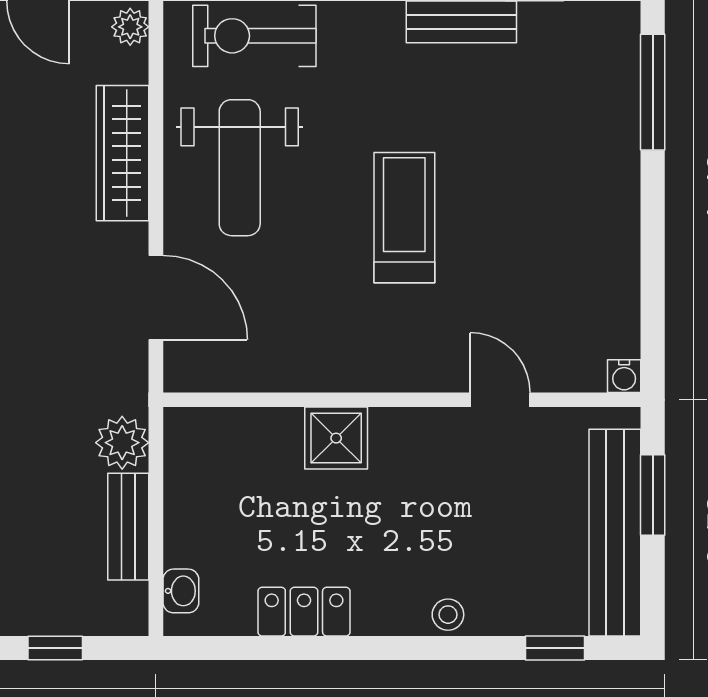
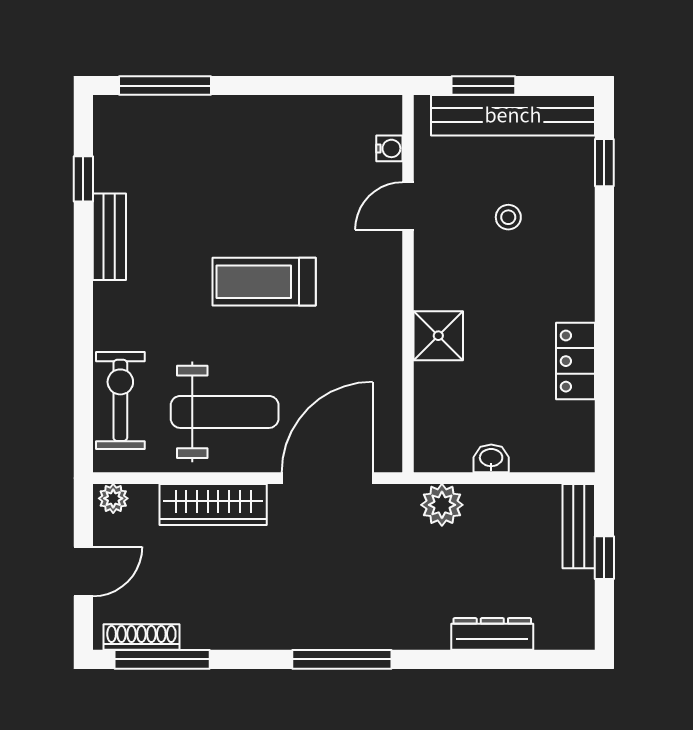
exercise bike: (254, 36) -> (120, 400), turned 180
door: (156, 297) -> (327, 478), width x1.36
water cooler: (624, 376) -> (389, 148), moved
bench: (128, 527) -> (579, 526), moved, turned 90
washbasin: (181, 591) -> (491, 458), moved
stool: (448, 615) -> (508, 217), moved

